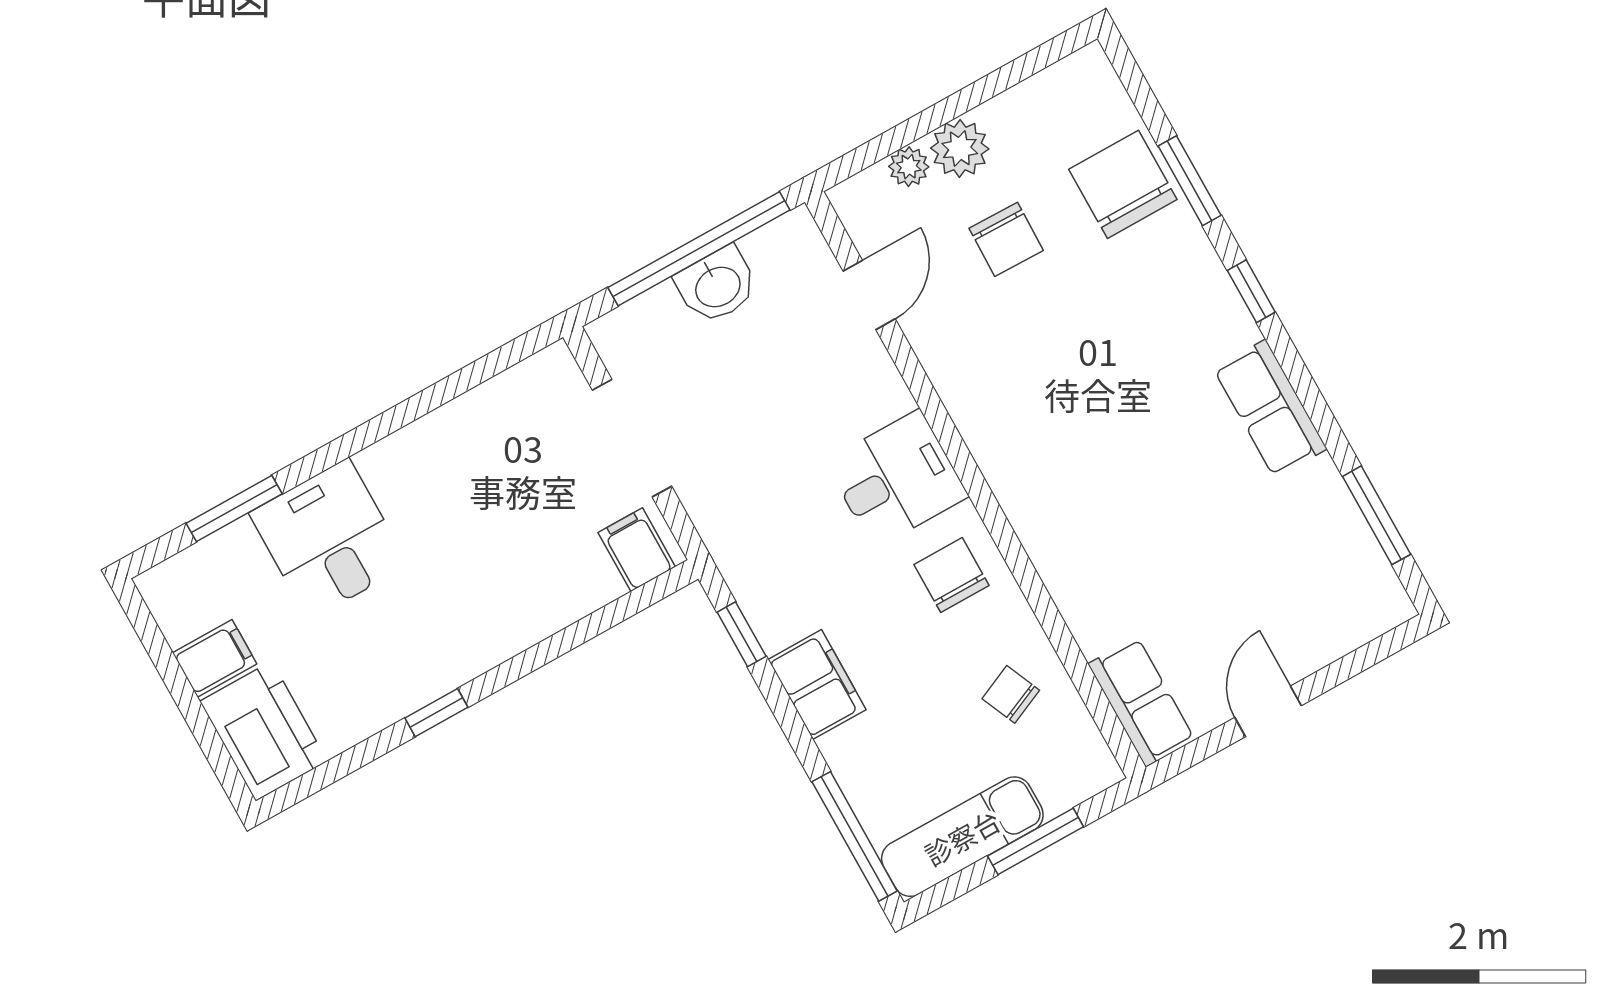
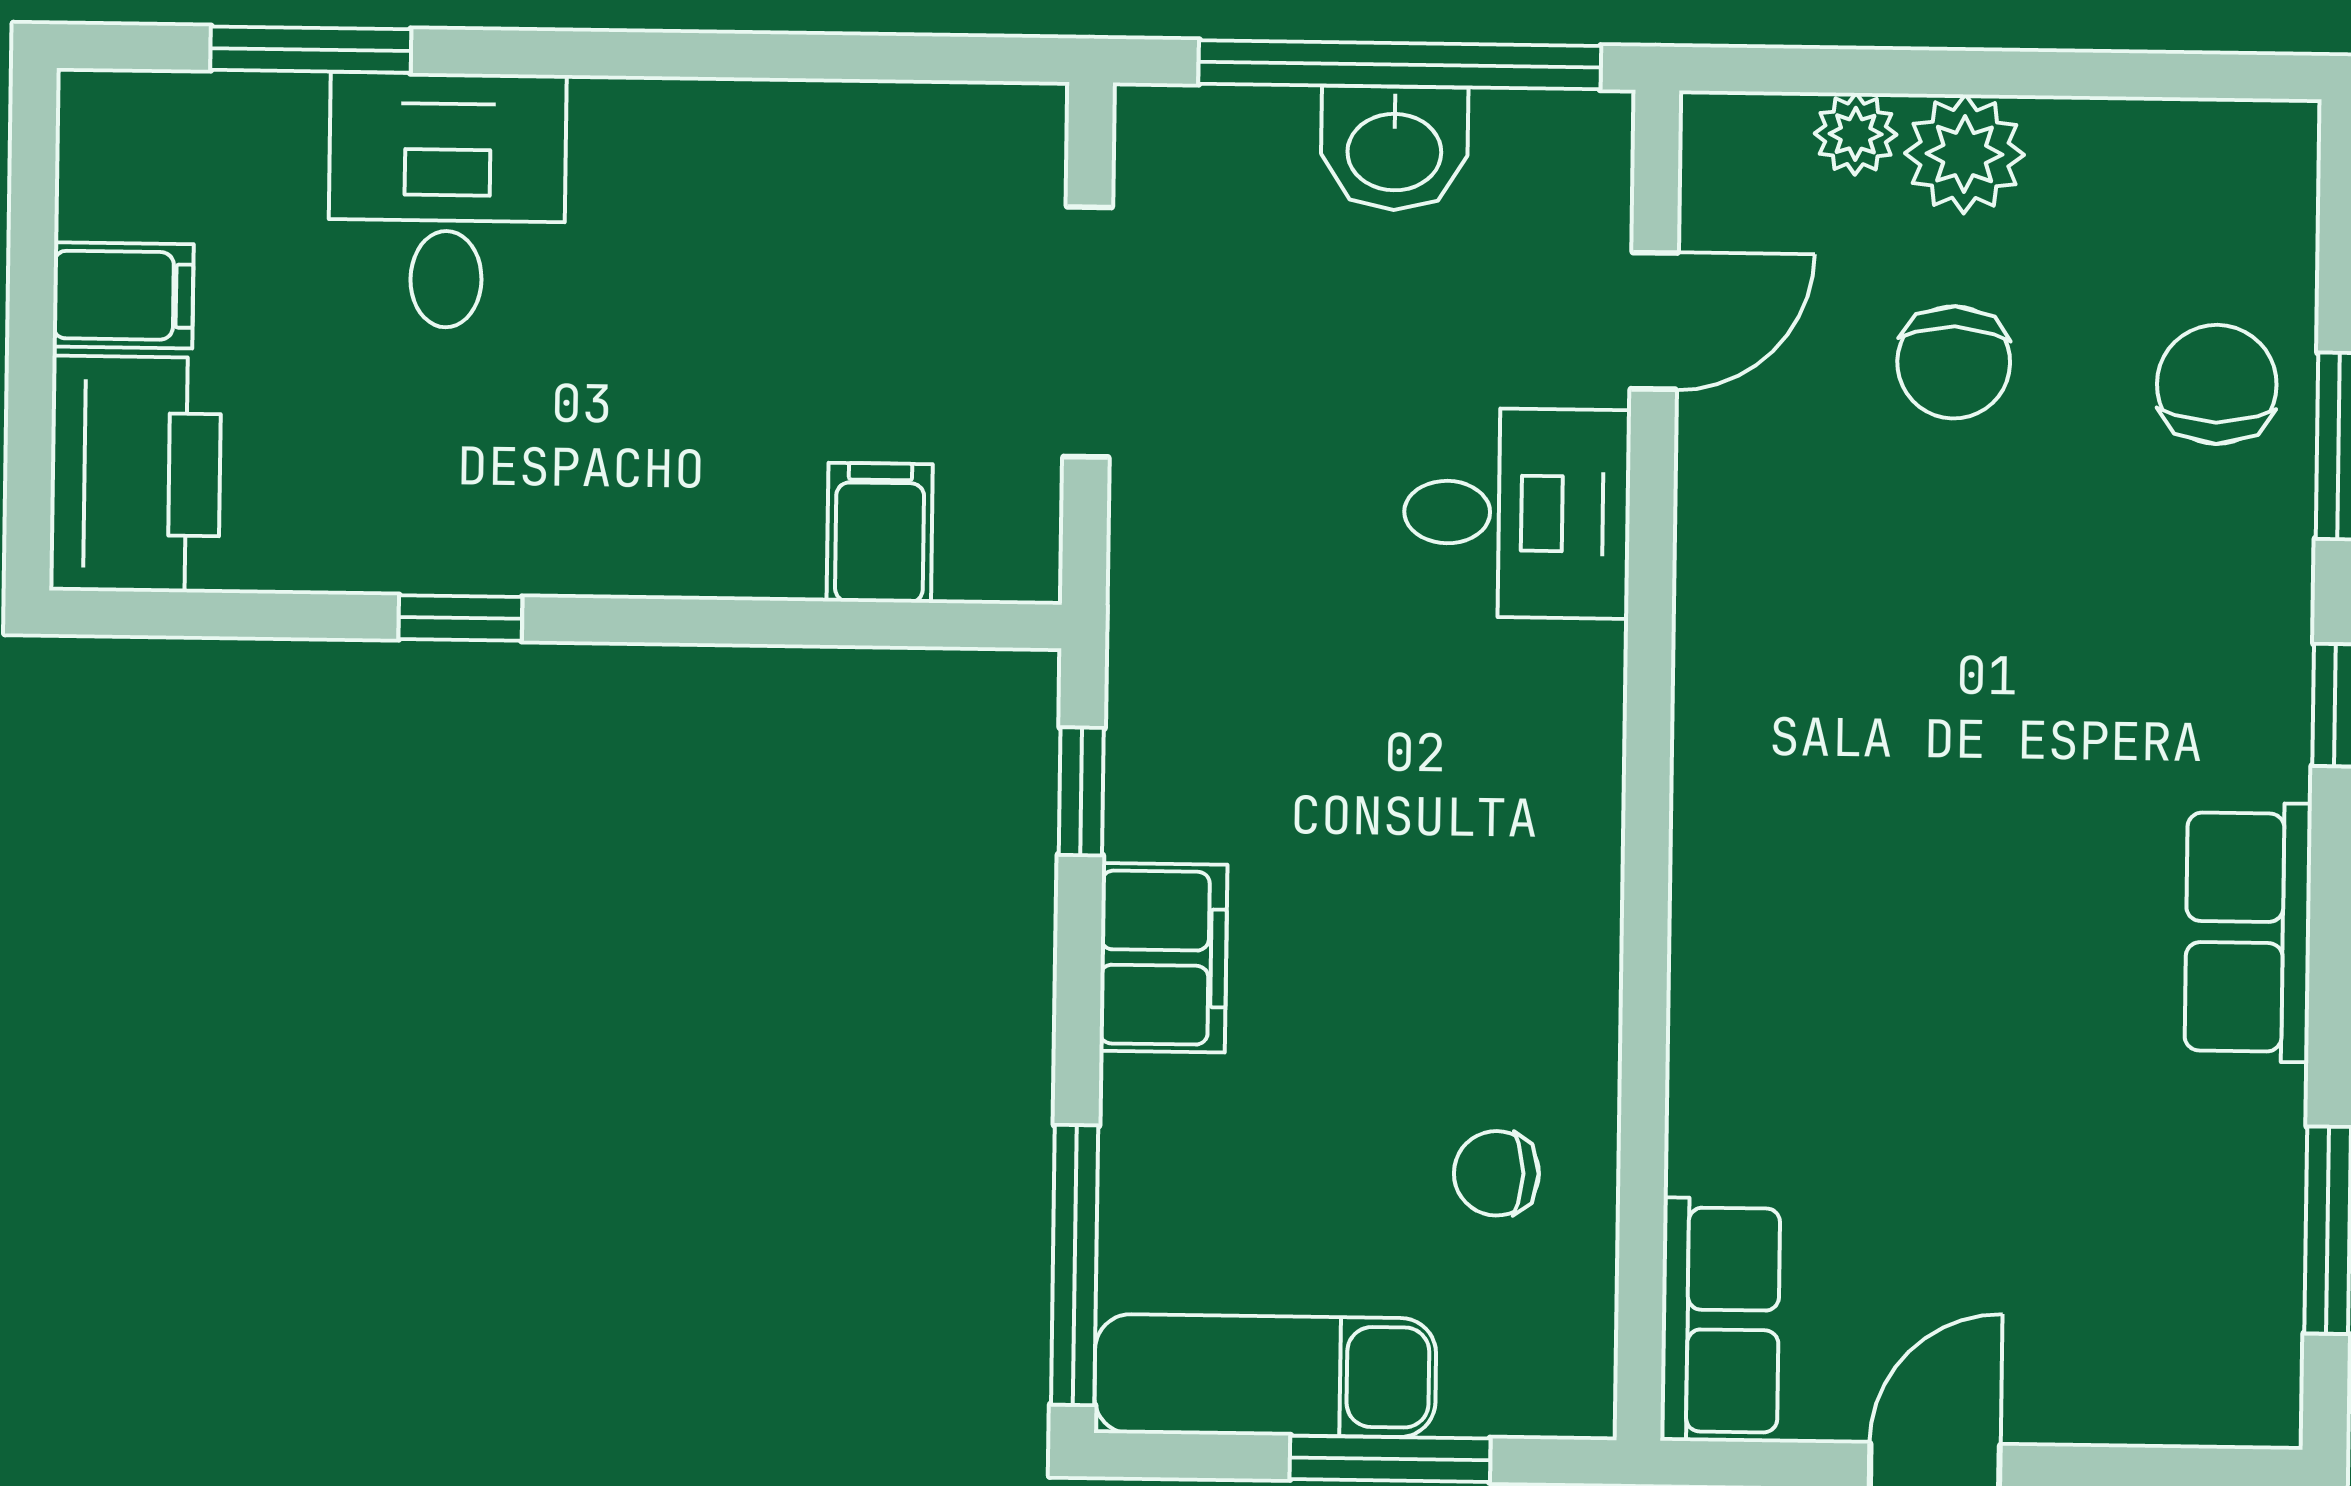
chair: (1123, 184) -> (2217, 384), width x0.73, depth x0.73
desk: (897, 479) -> (1517, 513), moved
filing cabinet: (637, 550) -> (880, 533), moved
chair: (951, 575) -> (1514, 901), removed
chair: (1011, 694) -> (1496, 1173), turned -66

